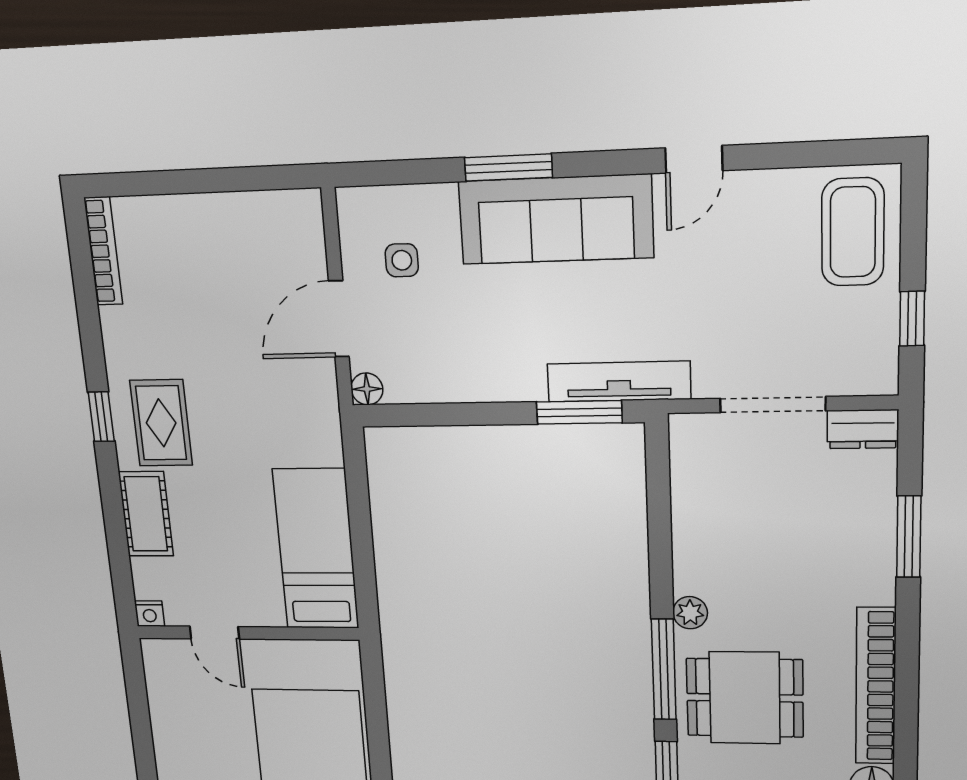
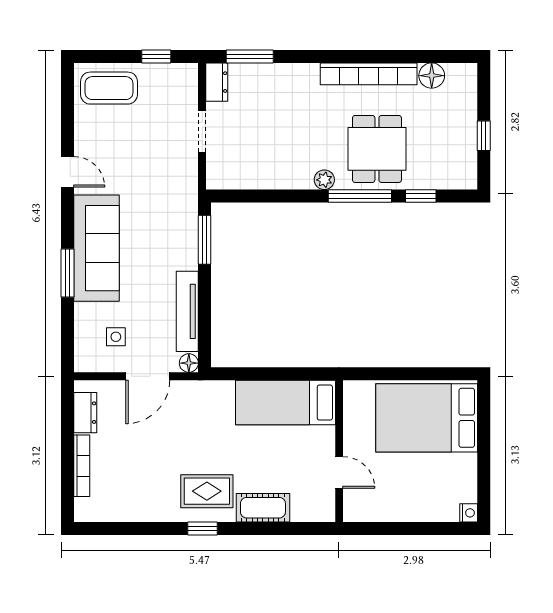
dresser: (268, 210) -> (85, 413), added
bookcase: (103, 251) -> (82, 466), moved, turned 90
door: (339, 319) -> (148, 376), hinge flipped
tv unit: (619, 381) -> (187, 311), moved
doorway: (773, 405) -> (202, 131), width x0.73
window: (909, 537) -> (250, 56), moved
nightstand: (150, 614) -> (327, 513), removed
door: (214, 633) -> (339, 472), hinge flipped

